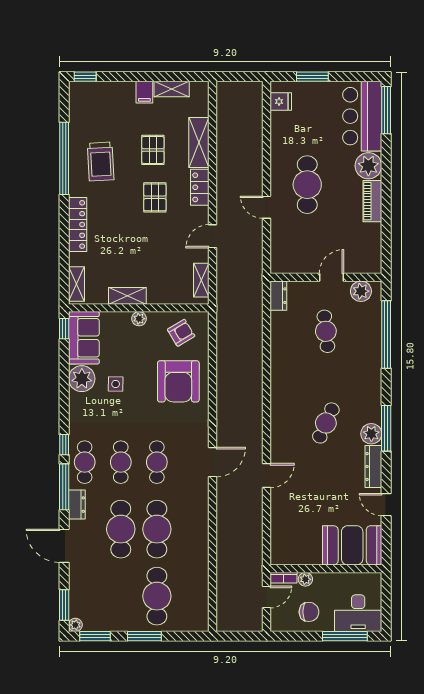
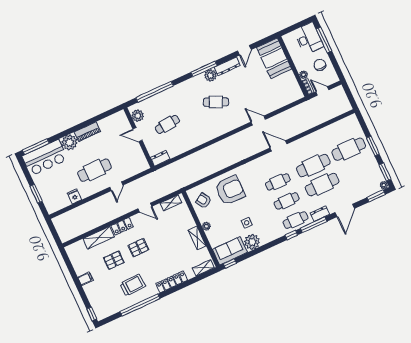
shelving: (172, 89) -> (77, 265), removed
fridge: (281, 101) -> (74, 196), moved
door: (213, 462) -> (278, 146), moved

